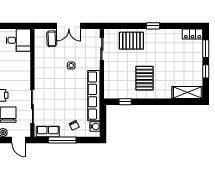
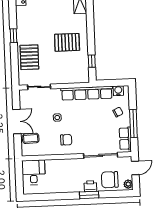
chair: (49, 73) -> (66, 140), added

